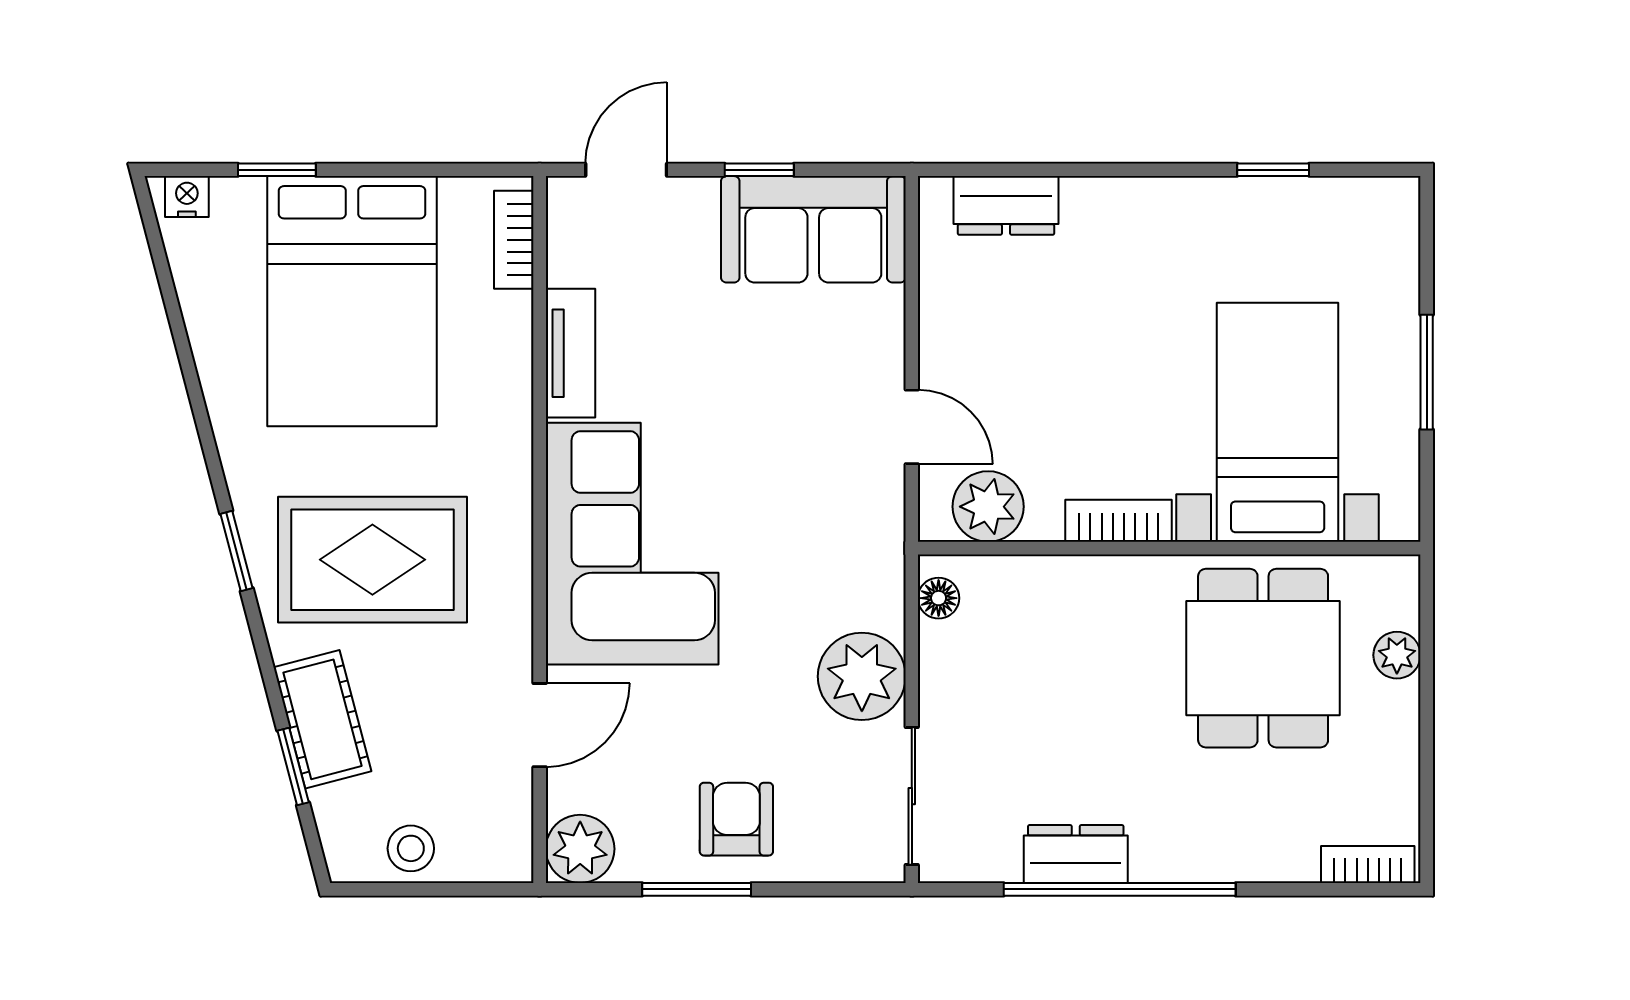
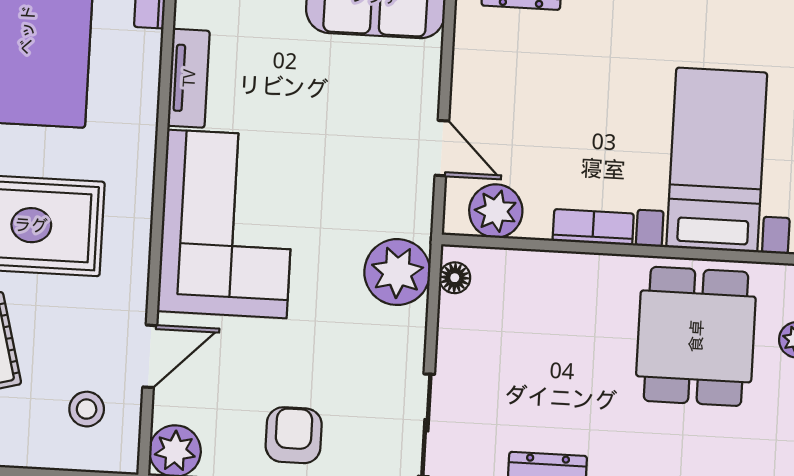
plant: (862, 676) -> (397, 272), moved
stool: (411, 848) -> (87, 409), moved

